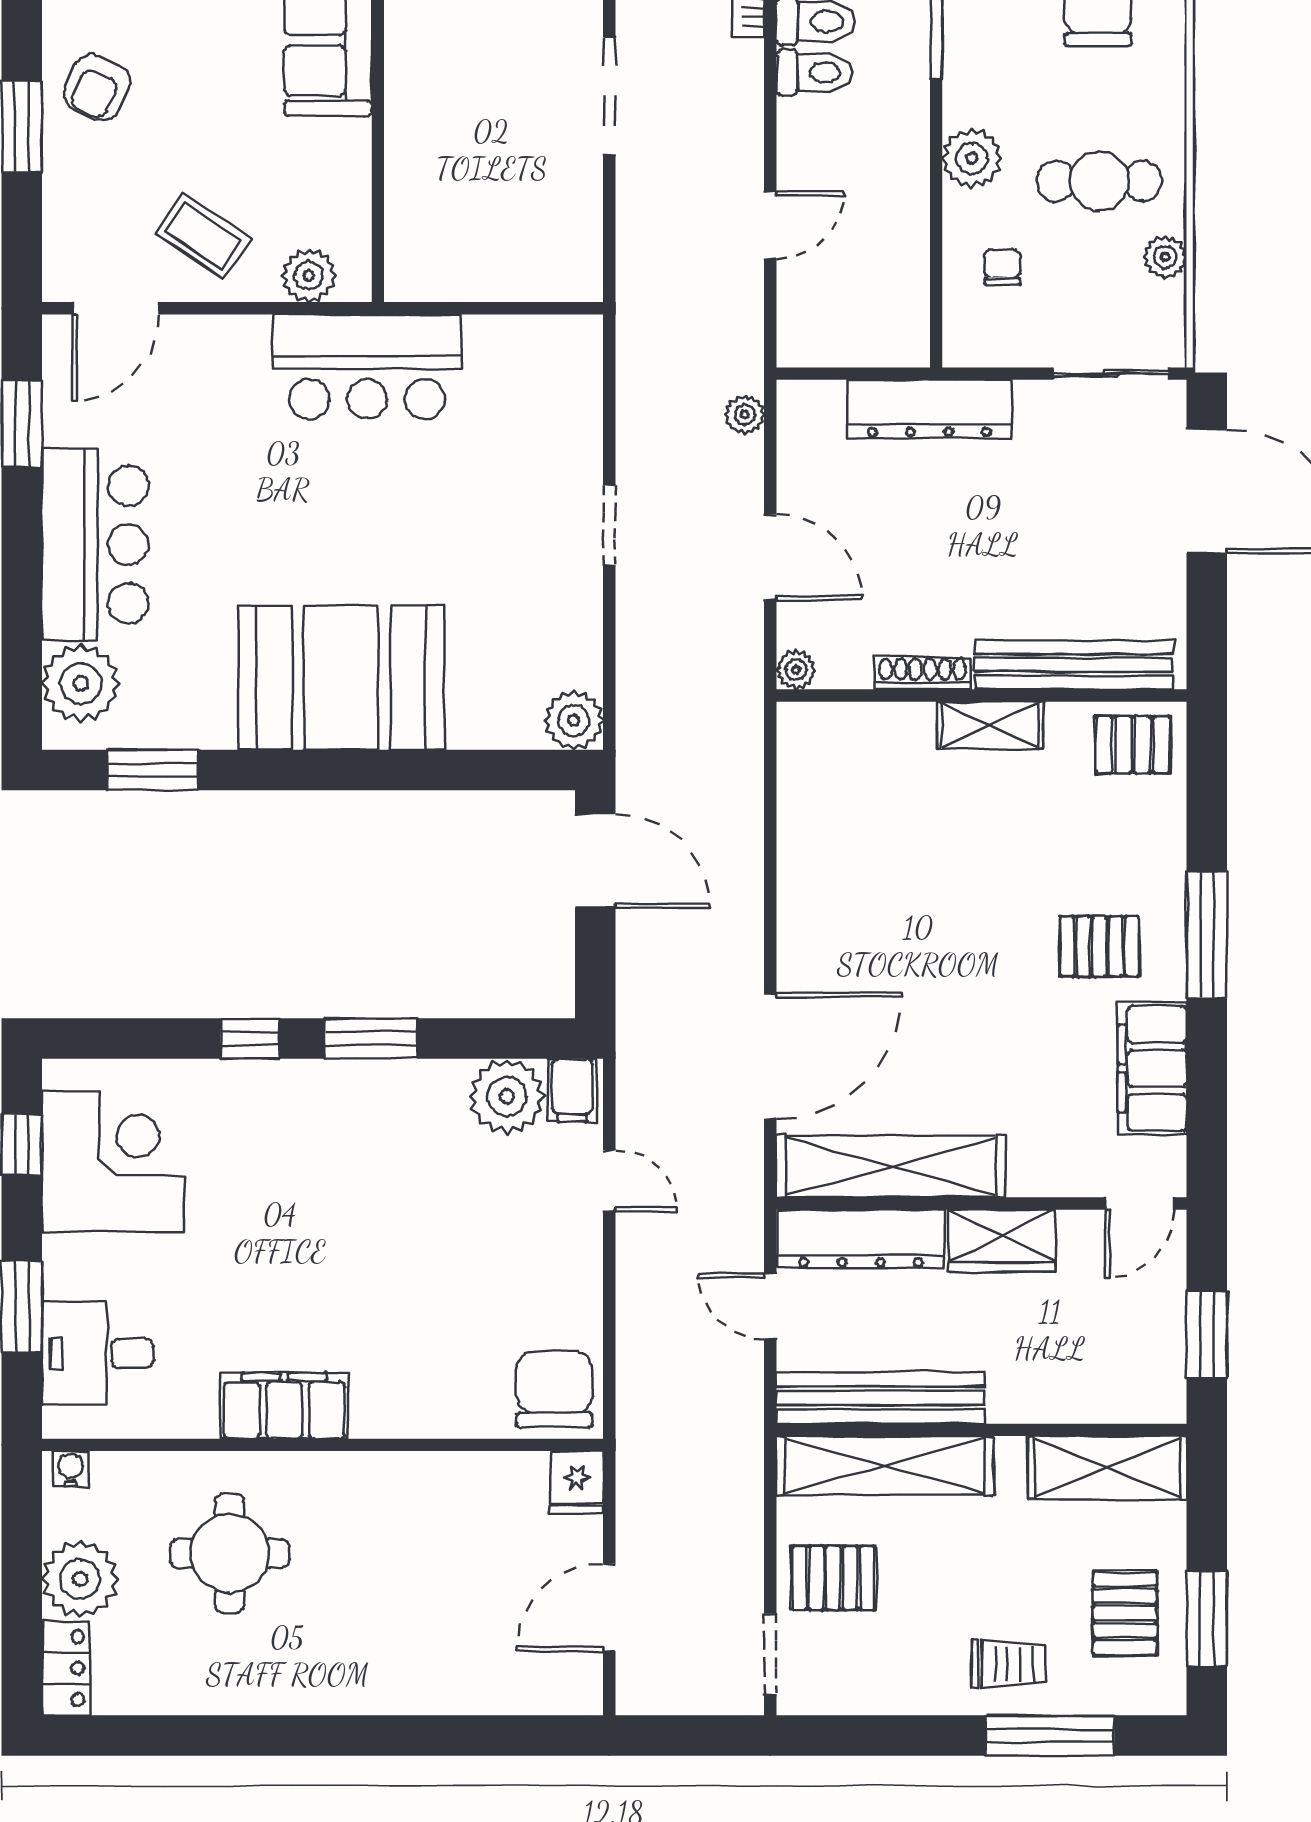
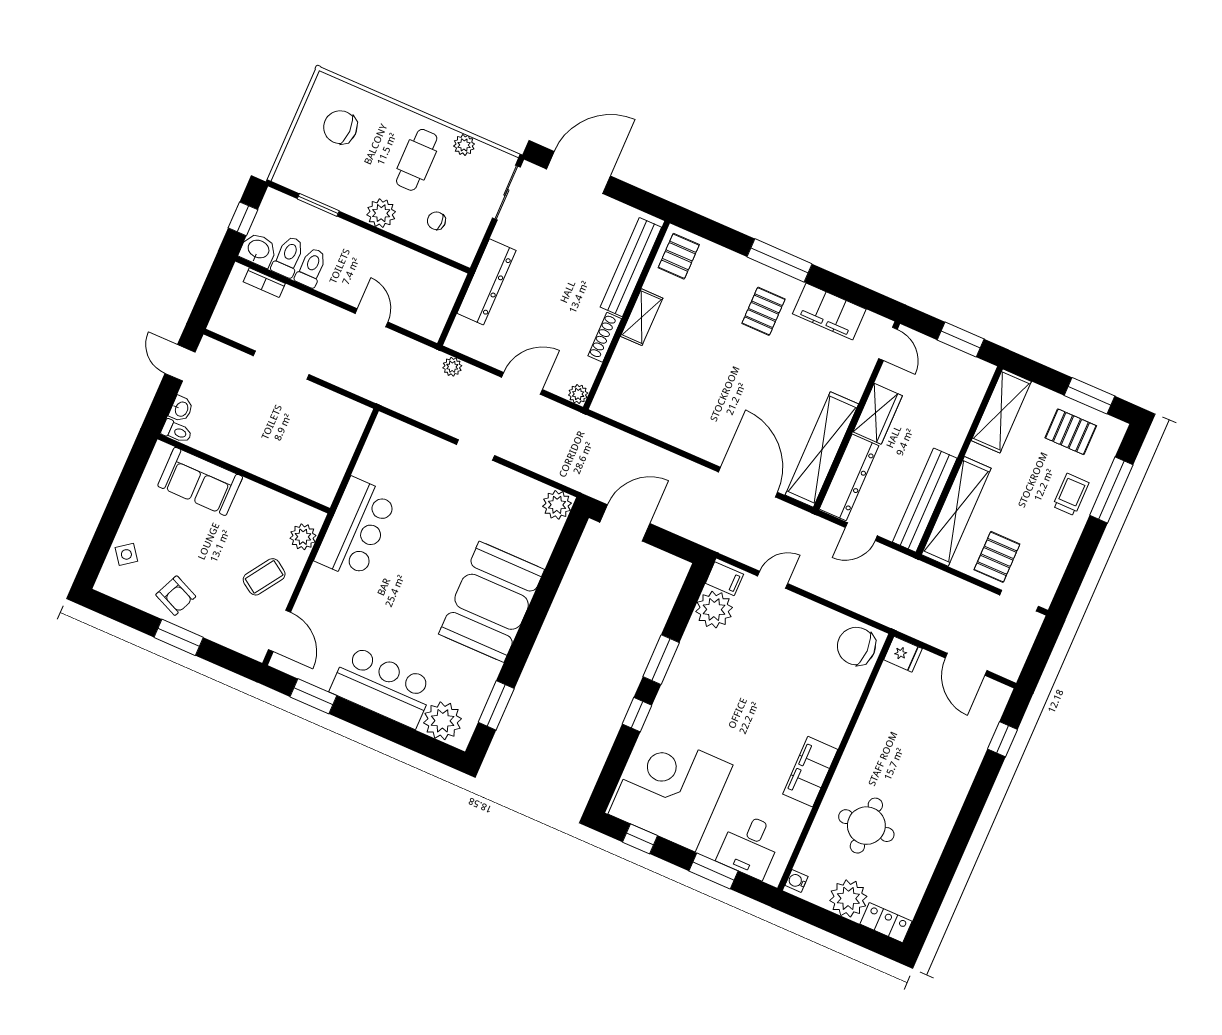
corner desk: (113, 1161) -> (671, 789), width x1.36, depth x1.36
window: (500, 1736) -> (1003, 739), added

